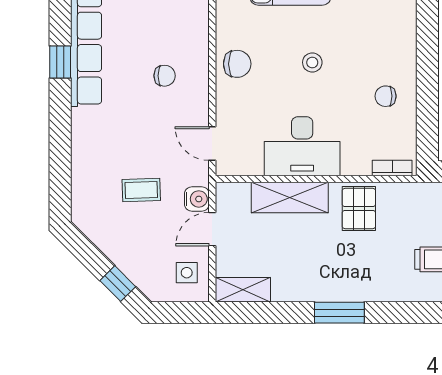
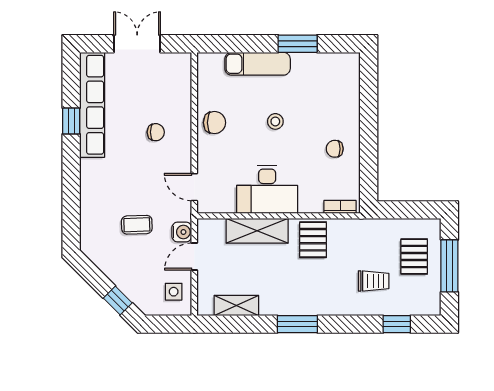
shelving: (243, 290) -> (236, 305), moved

